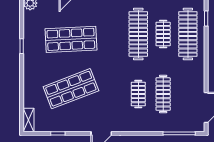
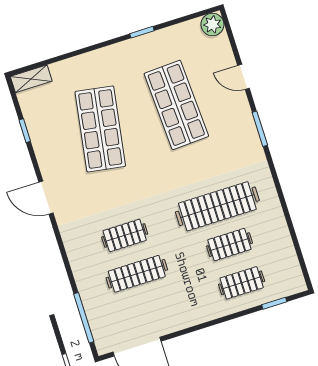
clothes rail: (188, 34) -> (242, 283), width x0.54, depth x0.76
shop shelf: (71, 89) -> (100, 129), turned 30

